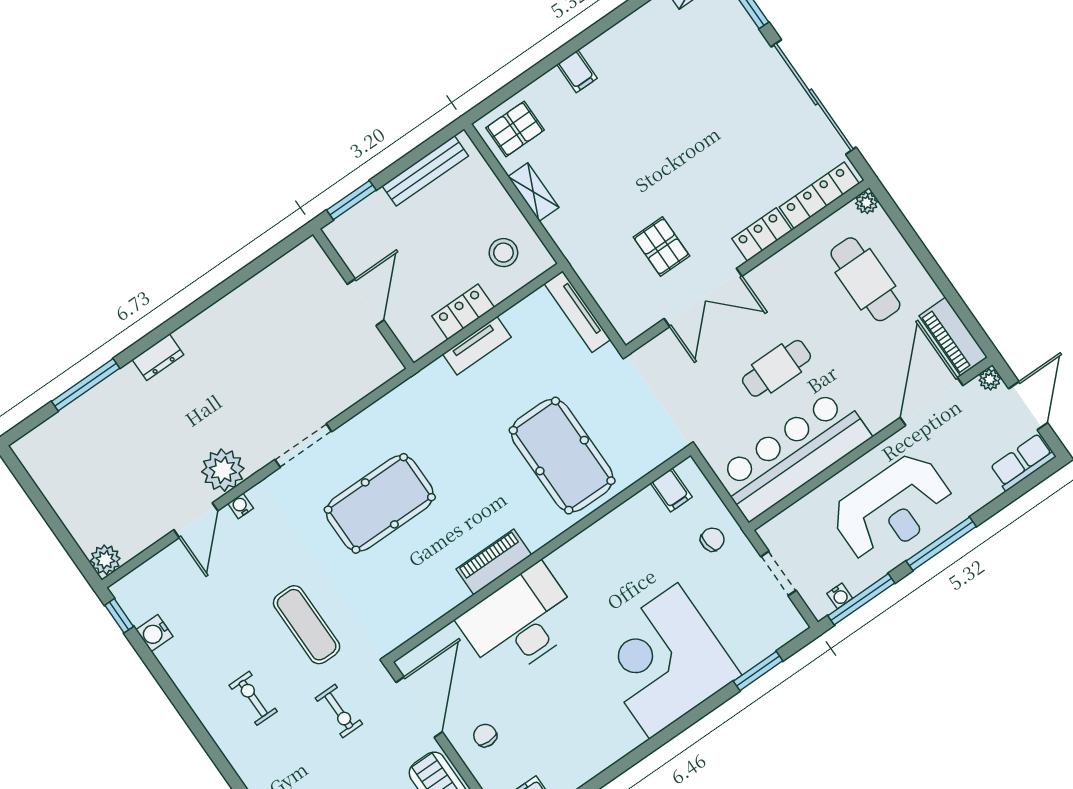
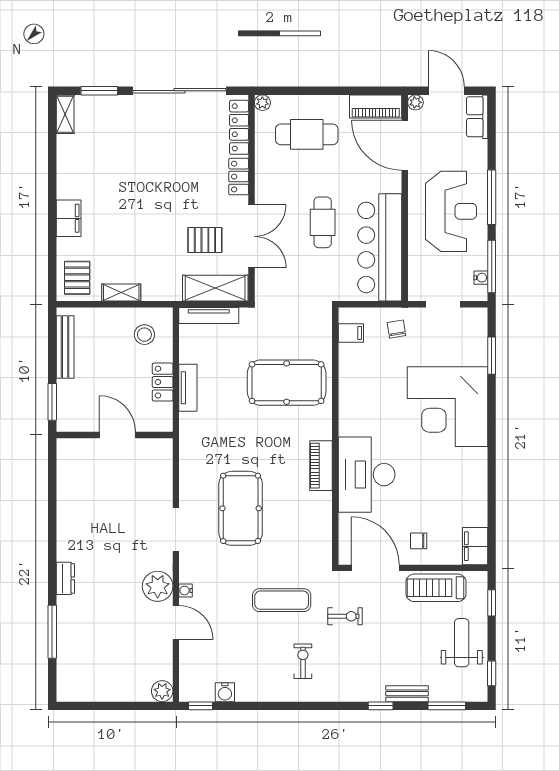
filing cabinet: (577, 71) -> (69, 218), width x2.00
shelving: (614, 297) -> (215, 288), added
exercise bike: (253, 698) -> (303, 661), turned 90

